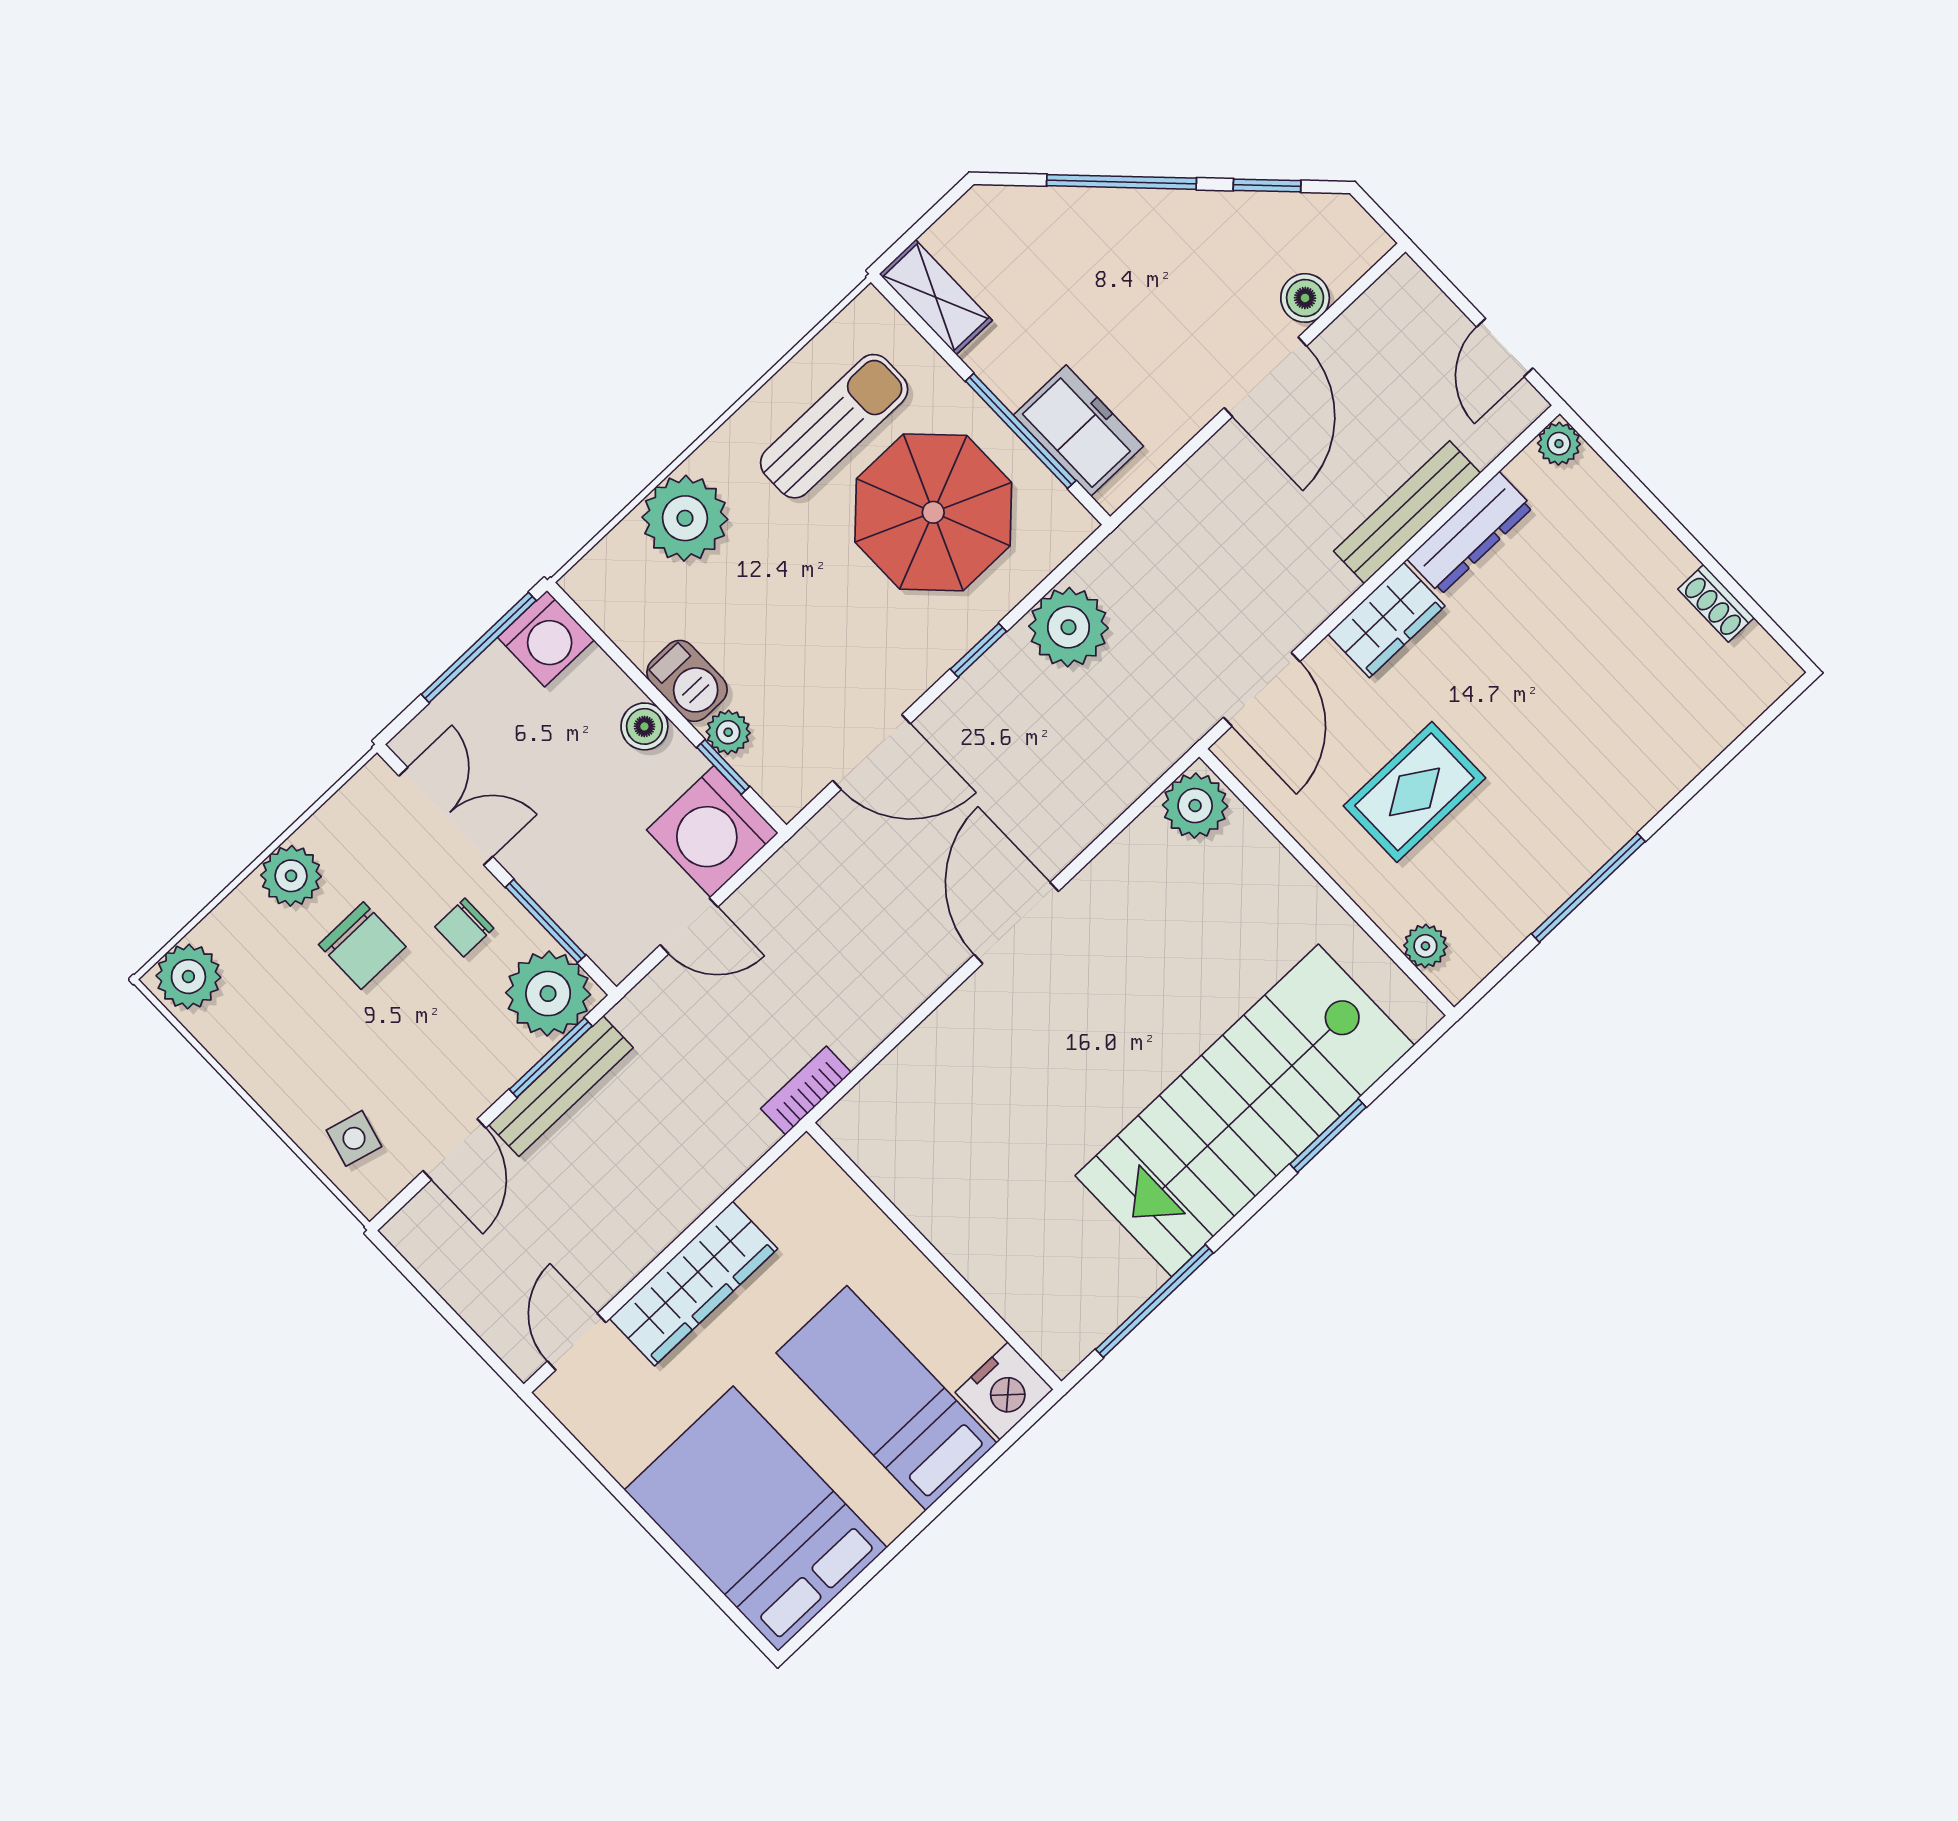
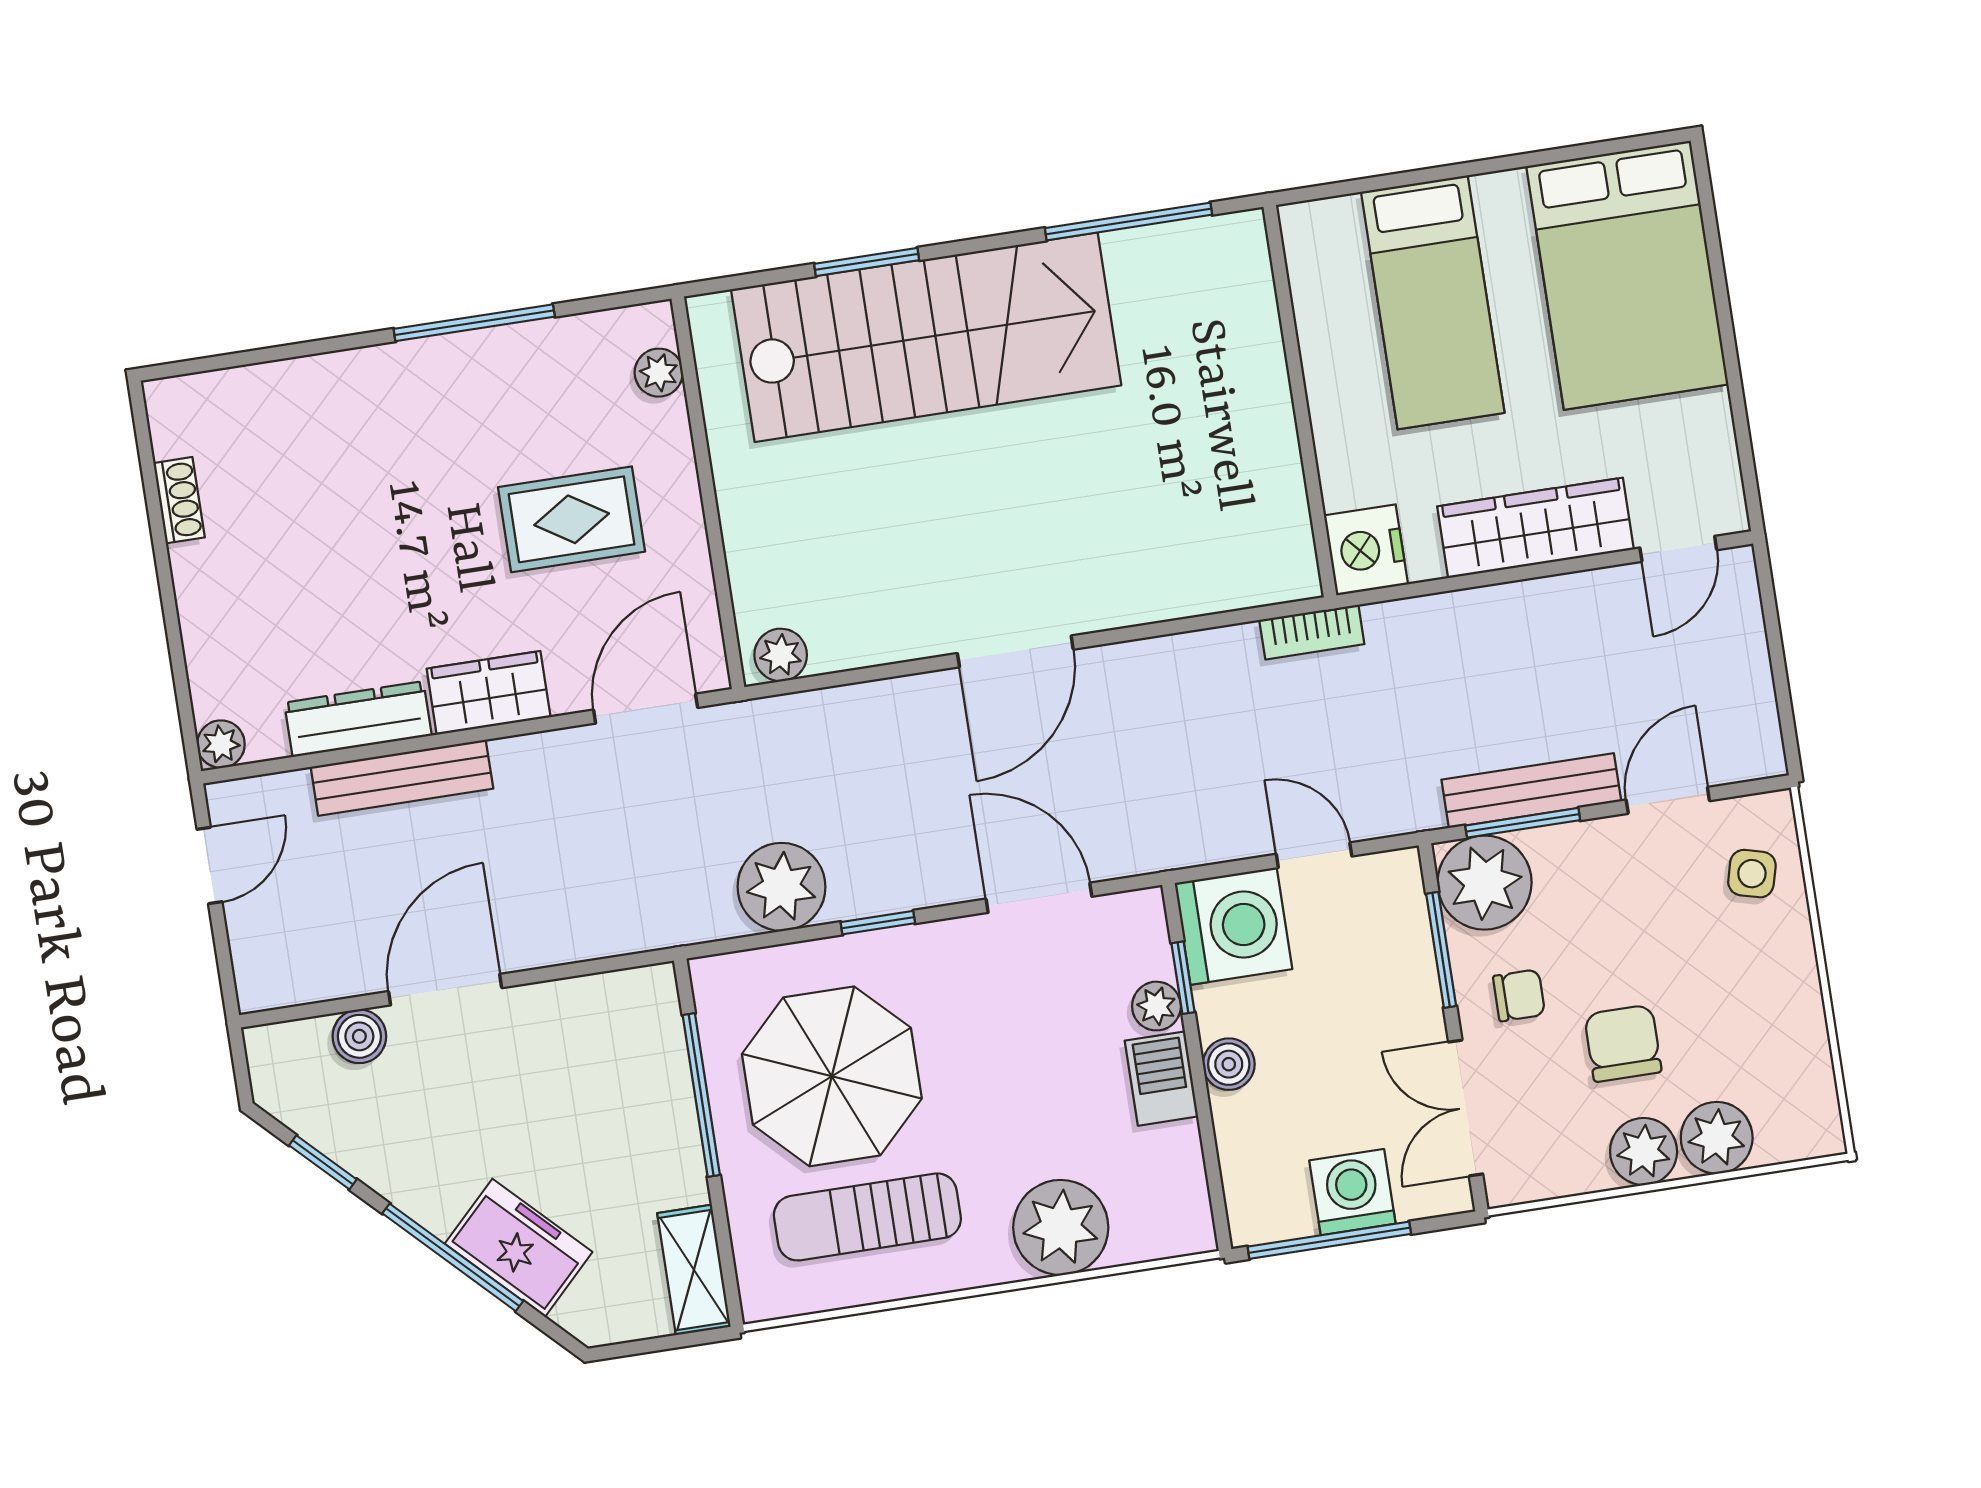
freezer: (1078, 431) -> (519, 1248), moved, turned 135
washing machine: (546, 639) -> (1352, 1192), moved
plant: (1195, 806) -> (781, 655), width x0.73, depth x0.73
plant: (188, 977) -> (1717, 1138), moved
nightstand: (1004, 1391) -> (1366, 550), moved, turned -90

